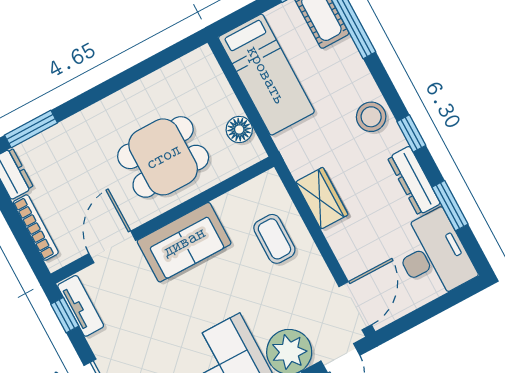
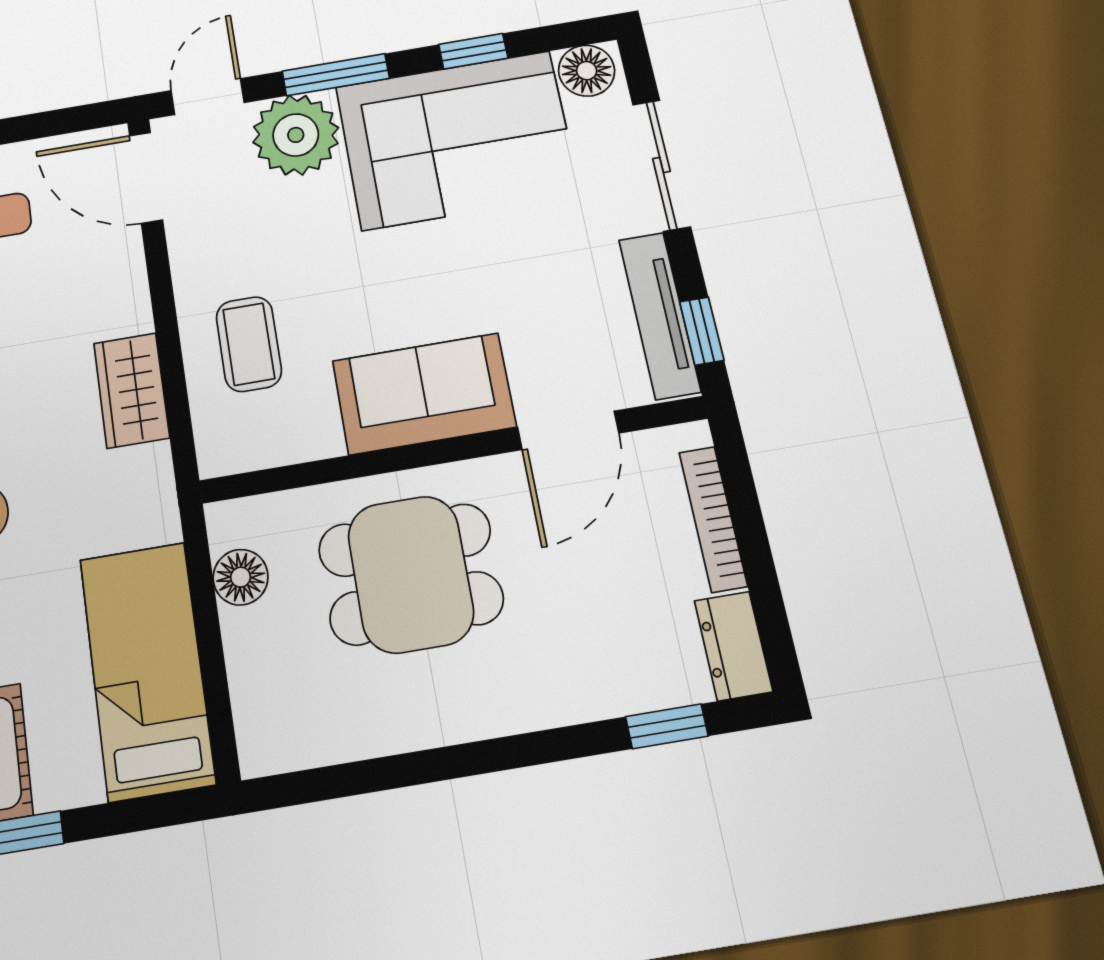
window: (31, 129) -> (667, 726), width x0.67
tv unit: (81, 306) -> (659, 315), width x1.41
door: (355, 306) -> (146, 178), hinge flipped

